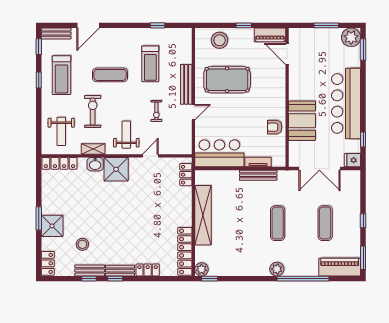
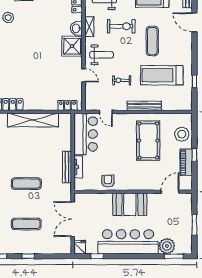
piano: (270, 35) -> (186, 162), moved
plant: (351, 37) -> (167, 246), moved
treadmill: (150, 64) -> (162, 75), width x1.37, depth x1.38
door: (193, 112) -> (106, 112), moved
booth: (302, 121) -> (130, 204), moved

